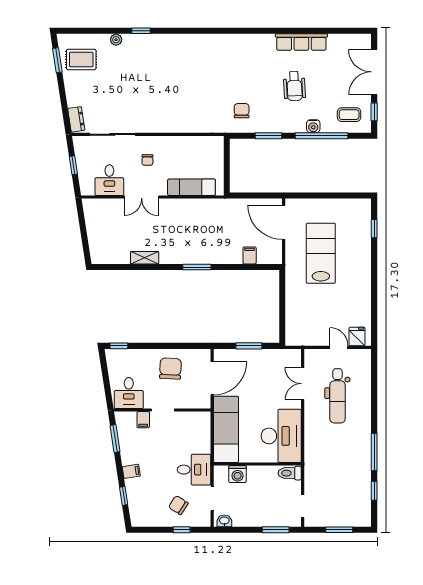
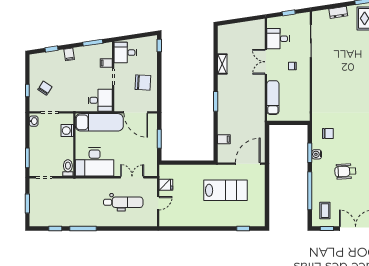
dresser: (76, 119) -> (338, 12), moved
water cooler: (313, 126) -> (317, 154), moved
fridge: (357, 336) -> (166, 185), moved
dental chair: (337, 396) -> (123, 202), turned 180
desk: (194, 470) -> (100, 100), moved, turned -90

